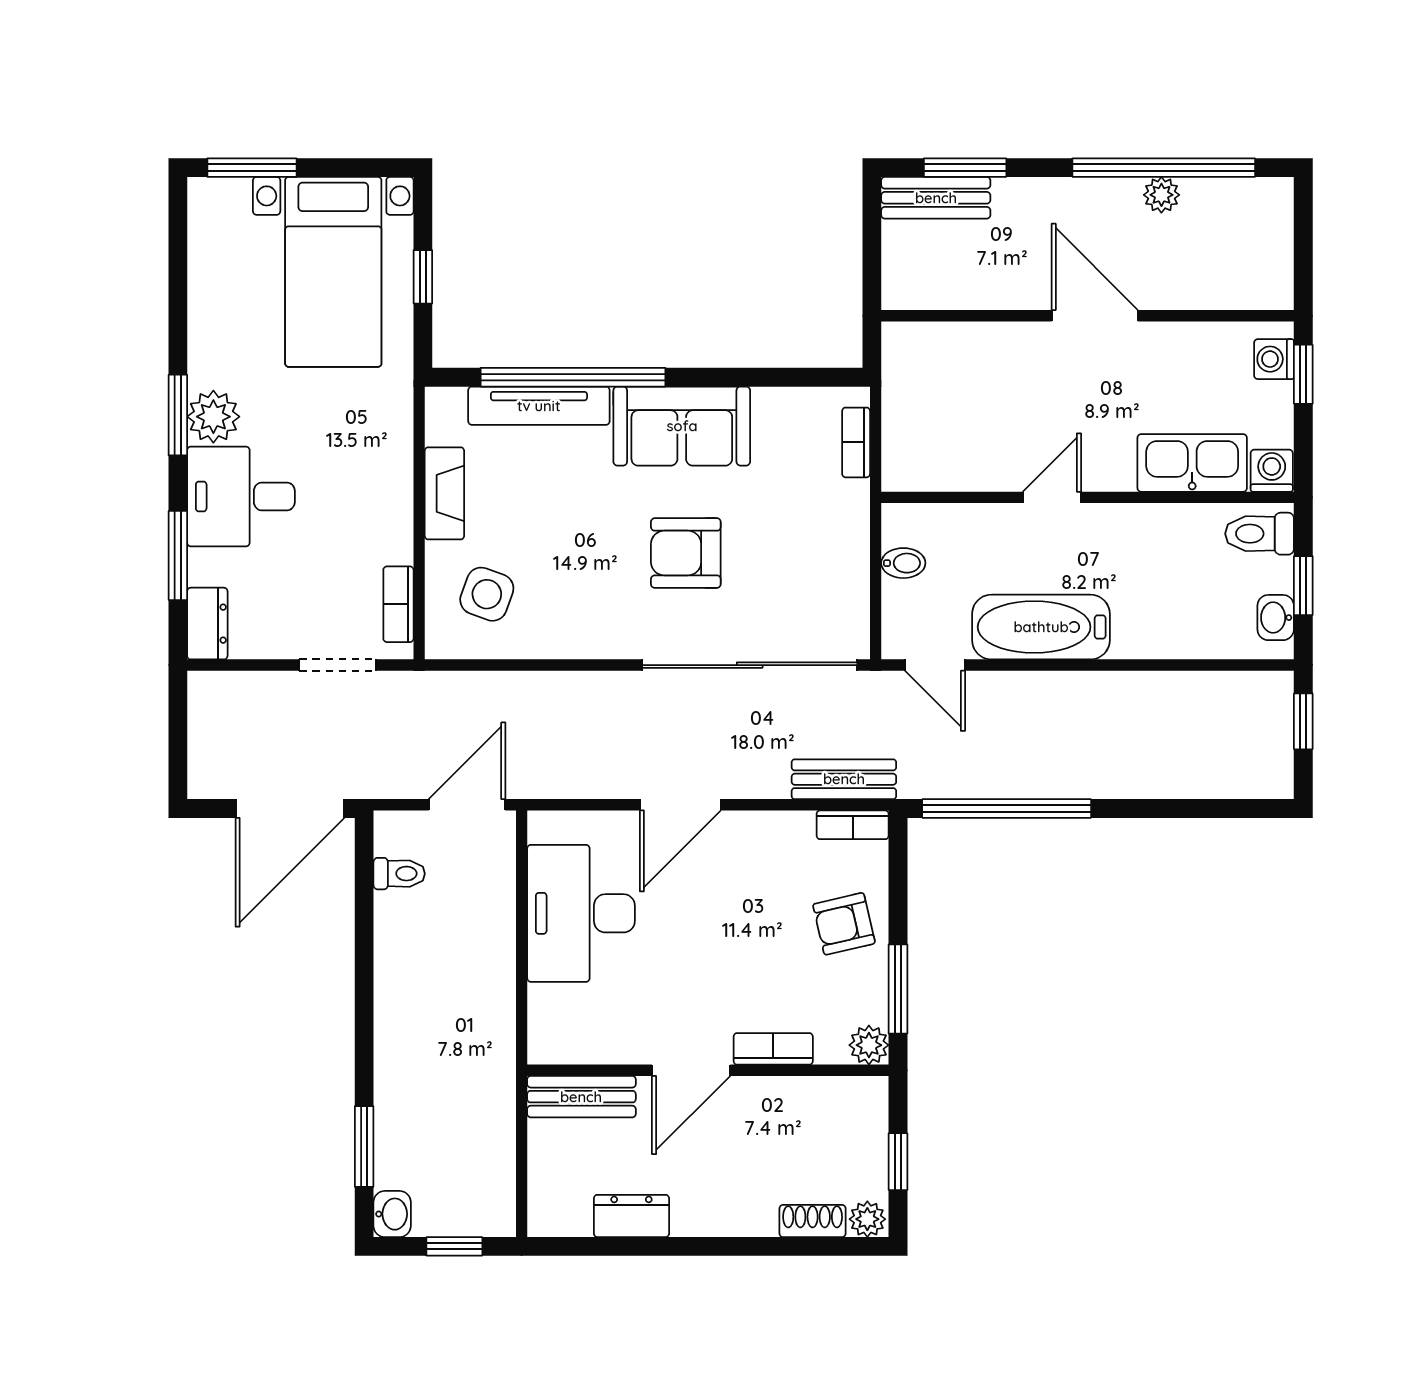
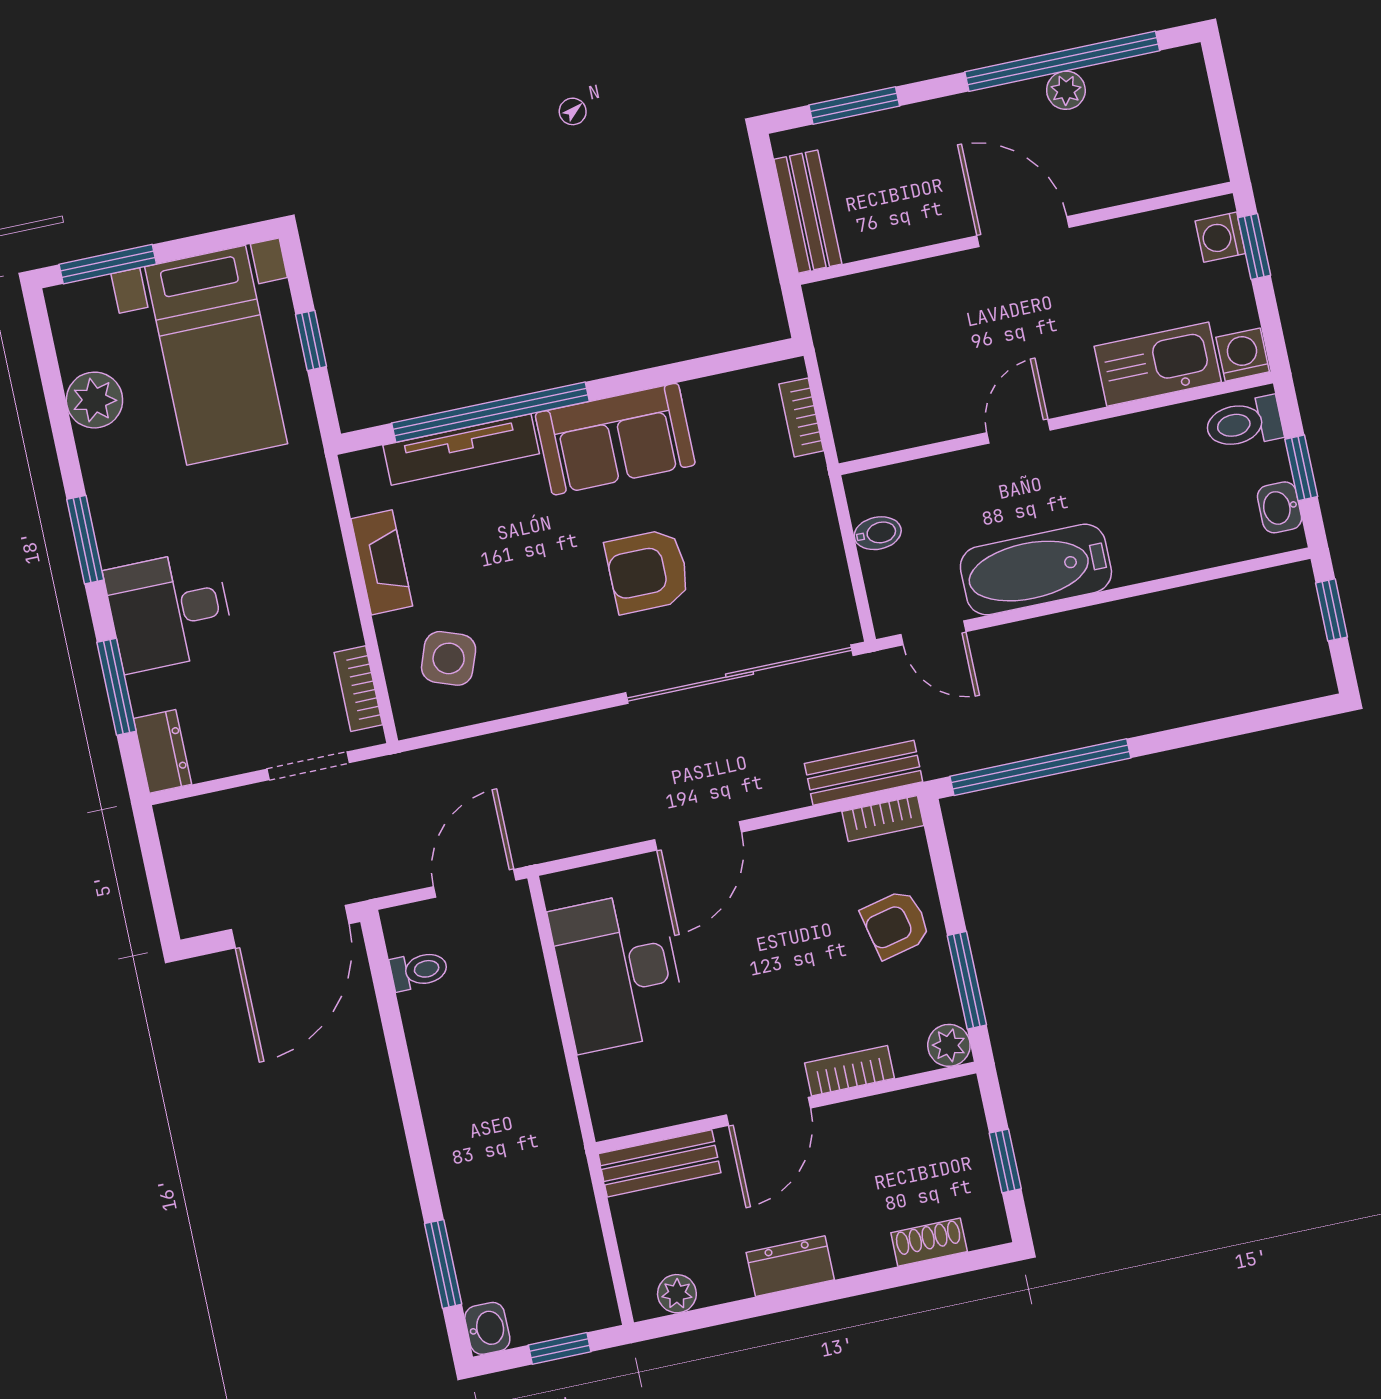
bench: (936, 198) -> (808, 212), moved, turned 90
plant: (213, 417) -> (94, 400), moved
dresser: (631, 1216) -> (790, 1266), moved
plant: (867, 1219) -> (677, 1294), moved

